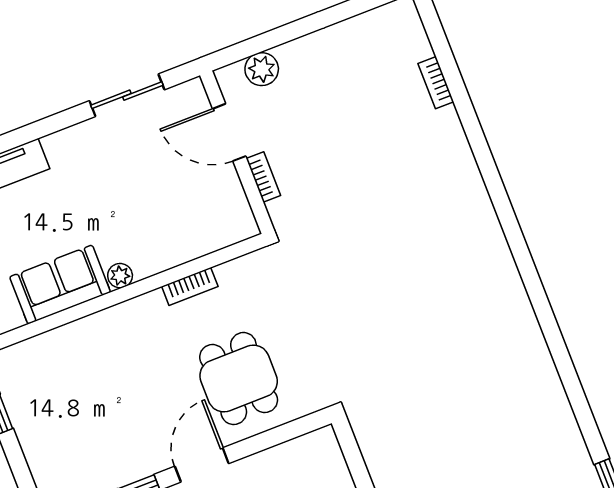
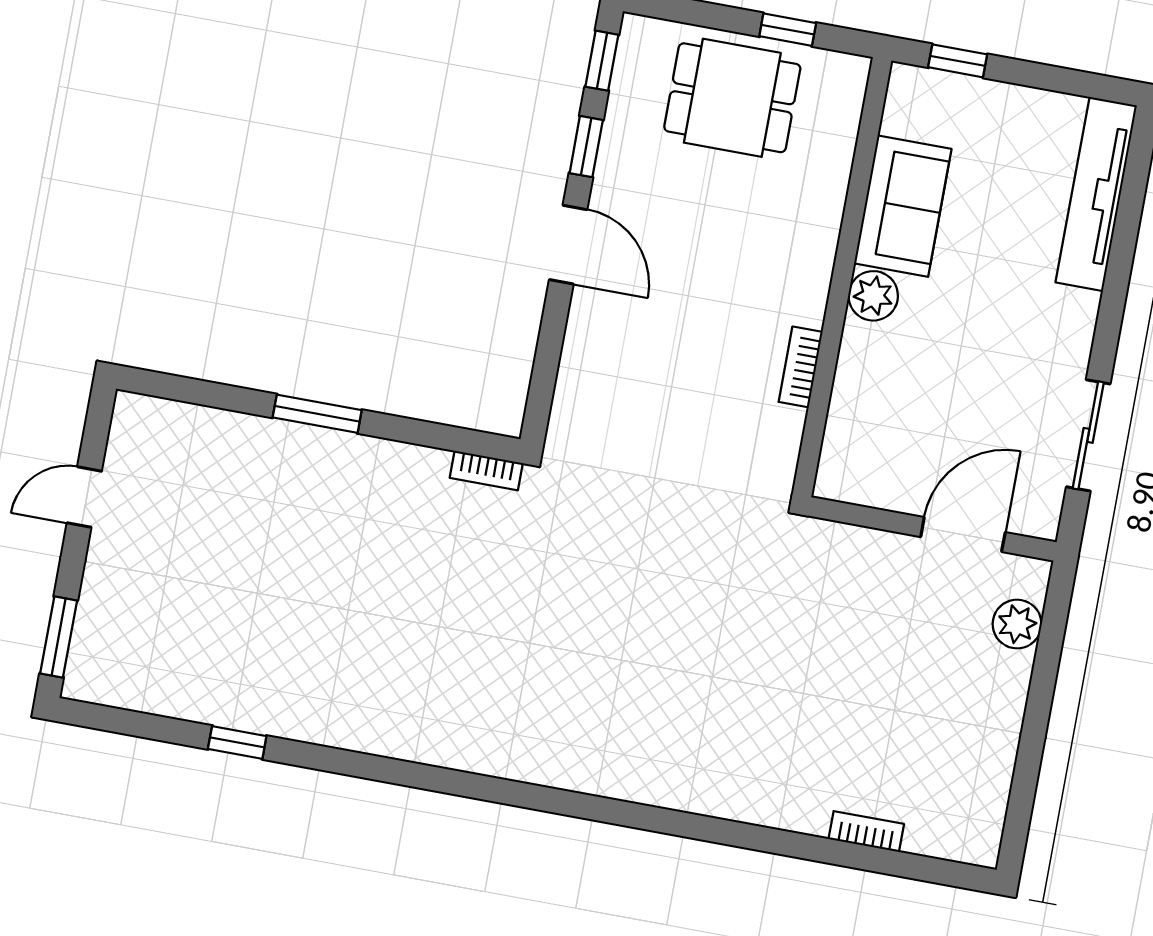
bookcase: (263, 177) -> (486, 471), moved
plant: (120, 276) -> (873, 296), width x1.38, depth x1.38
dining table: (239, 379) -> (732, 98), moved

